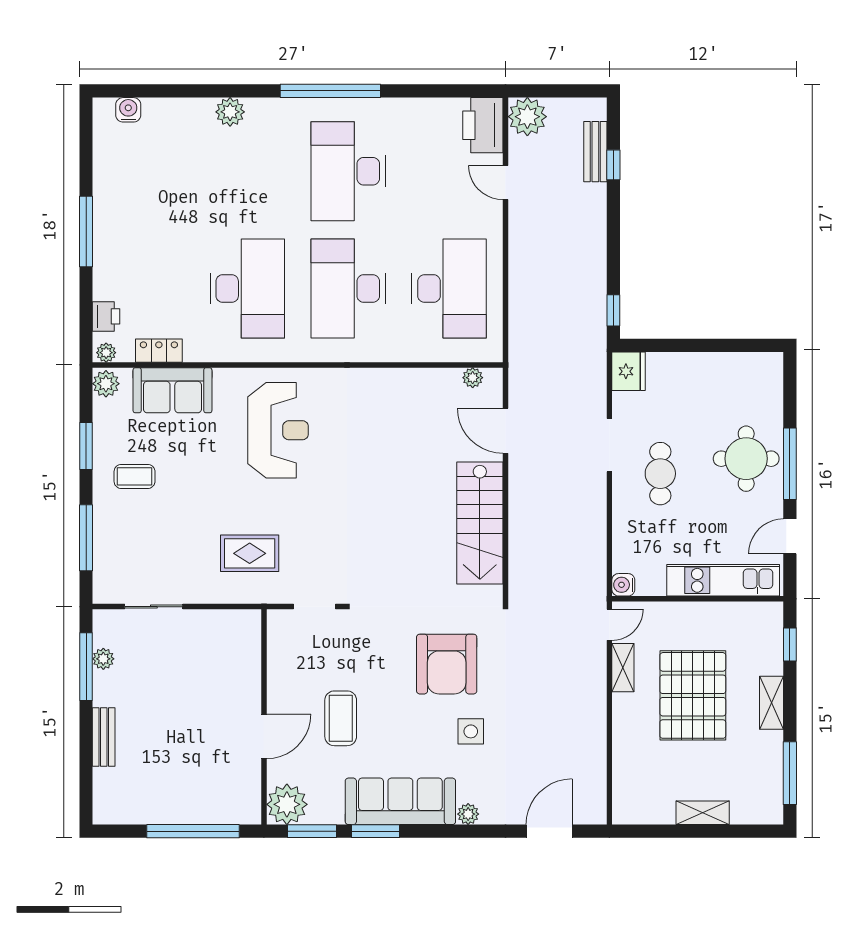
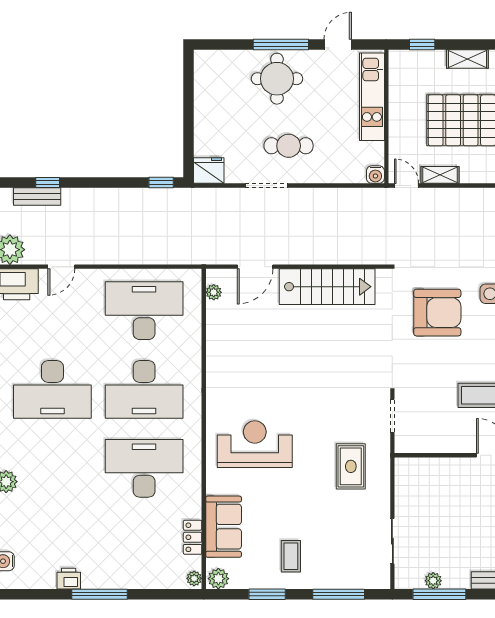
printer: (106, 316) -> (69, 579), moved
door: (790, 536) -> (338, 45), swing flipped

